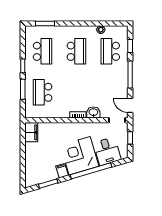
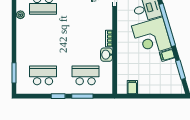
school desk: (76, 51) -> (43, 40), removed
school desk: (43, 92) -> (86, 75), turned 180
washbasin: (93, 112) -> (107, 55), moved
filing cabinet: (31, 132) -> (132, 87), width x0.50

